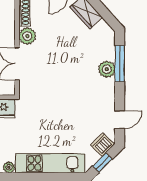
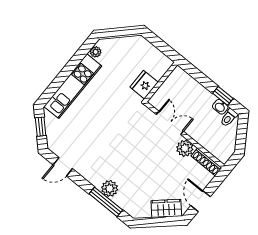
door: (120, 120) -> (63, 167), hinge flipped
dishwasher: (102, 145) -> (54, 138), removed

